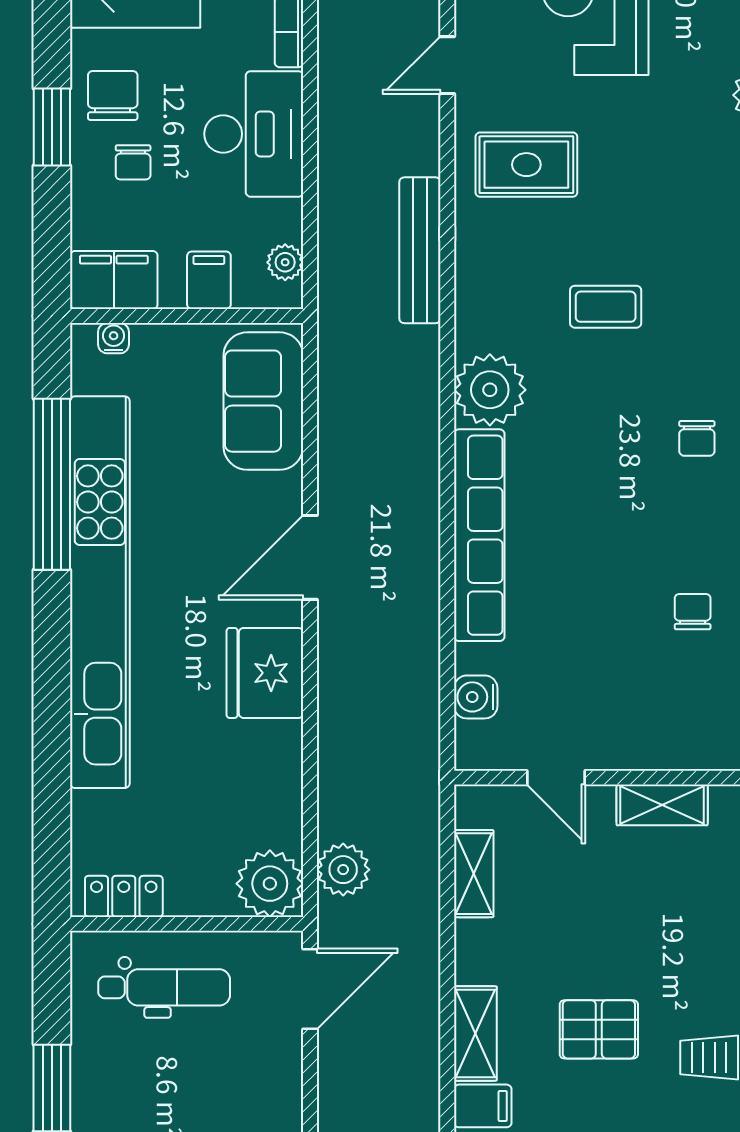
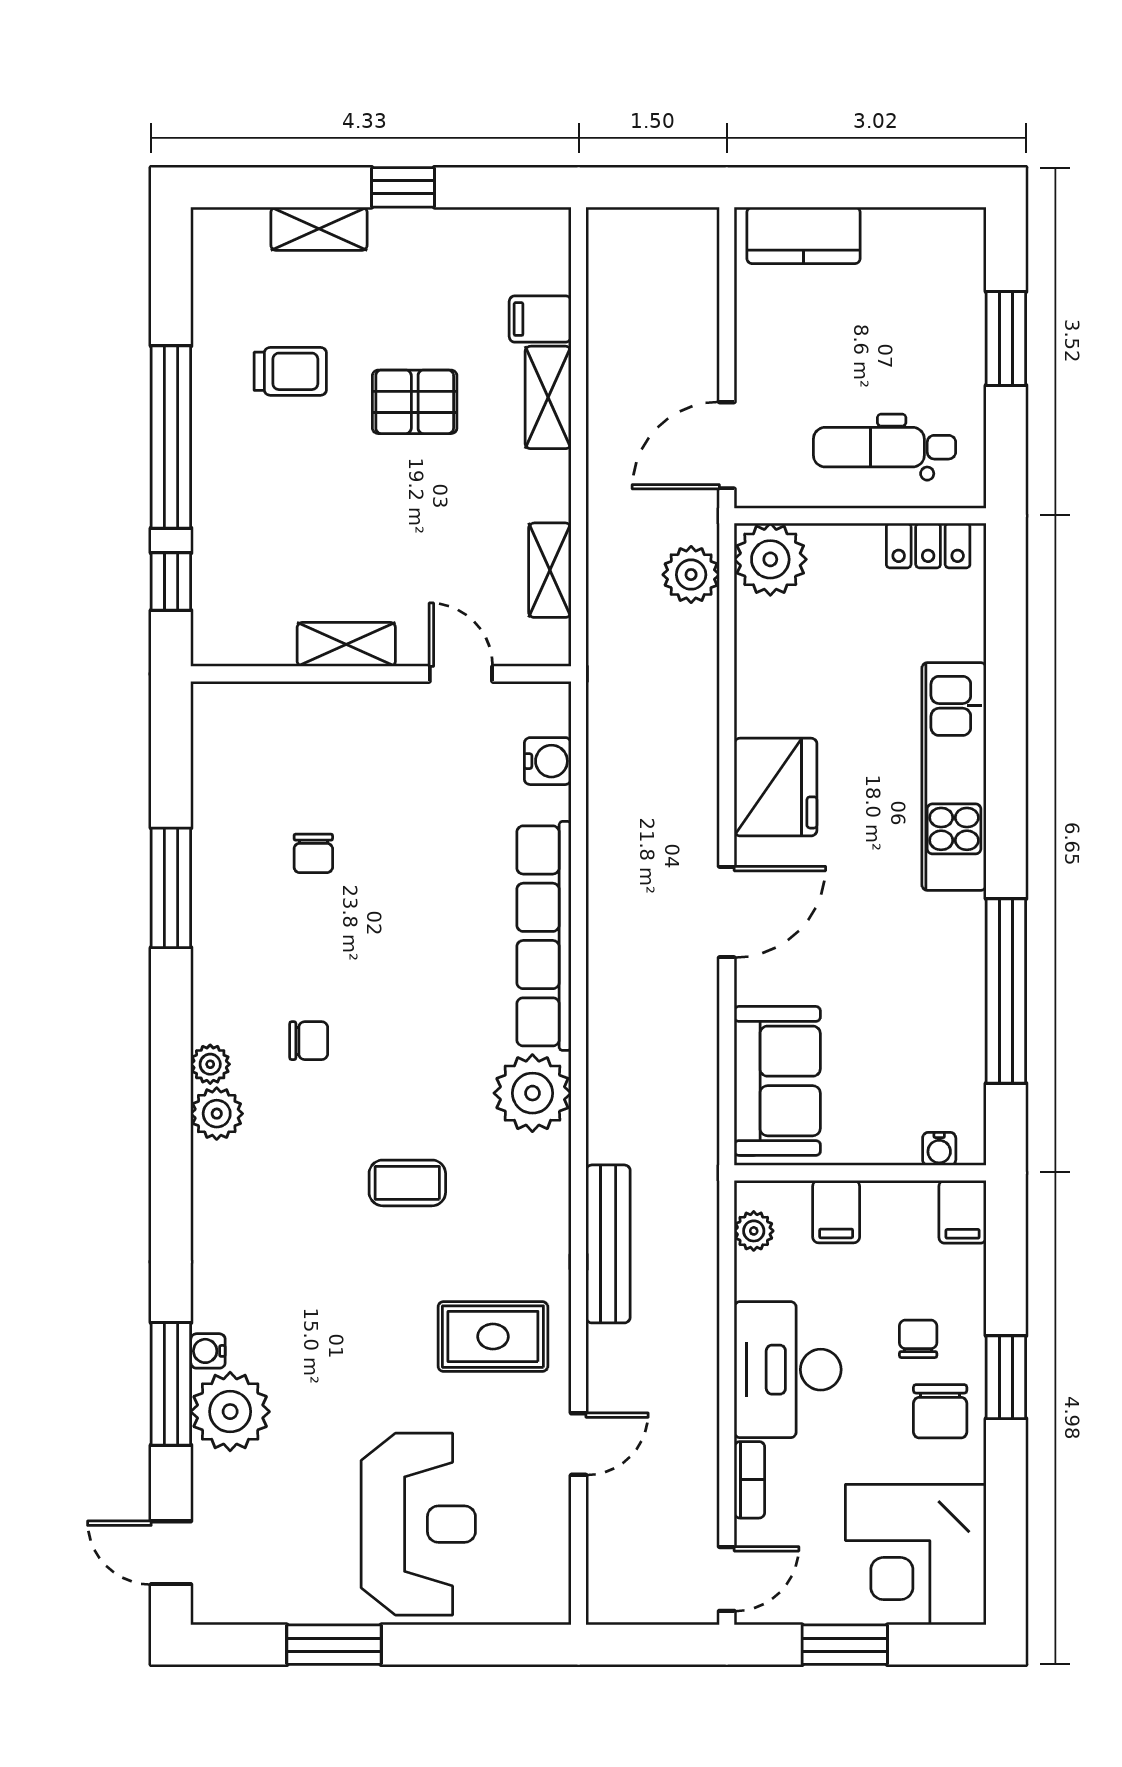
filing cabinet: (114, 280) -> (963, 1212), width x0.50
chair: (697, 438) -> (309, 1041), turned 90
kitchen unit: (100, 592) -> (954, 776), width x0.54

